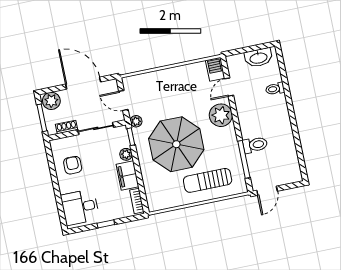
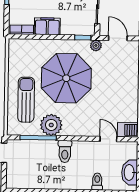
door: (123, 100) -> (118, 38), hinge flipped
plant: (221, 115) -> (51, 125), moved
toilet: (255, 145) -> (65, 152), moved
plant: (126, 154) -> (67, 29), removed

